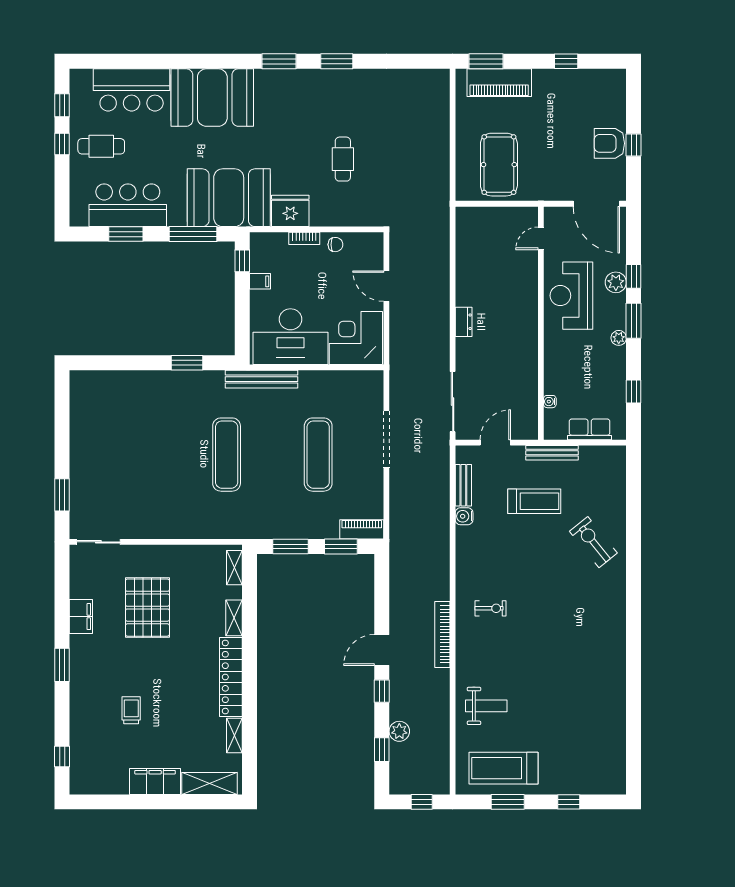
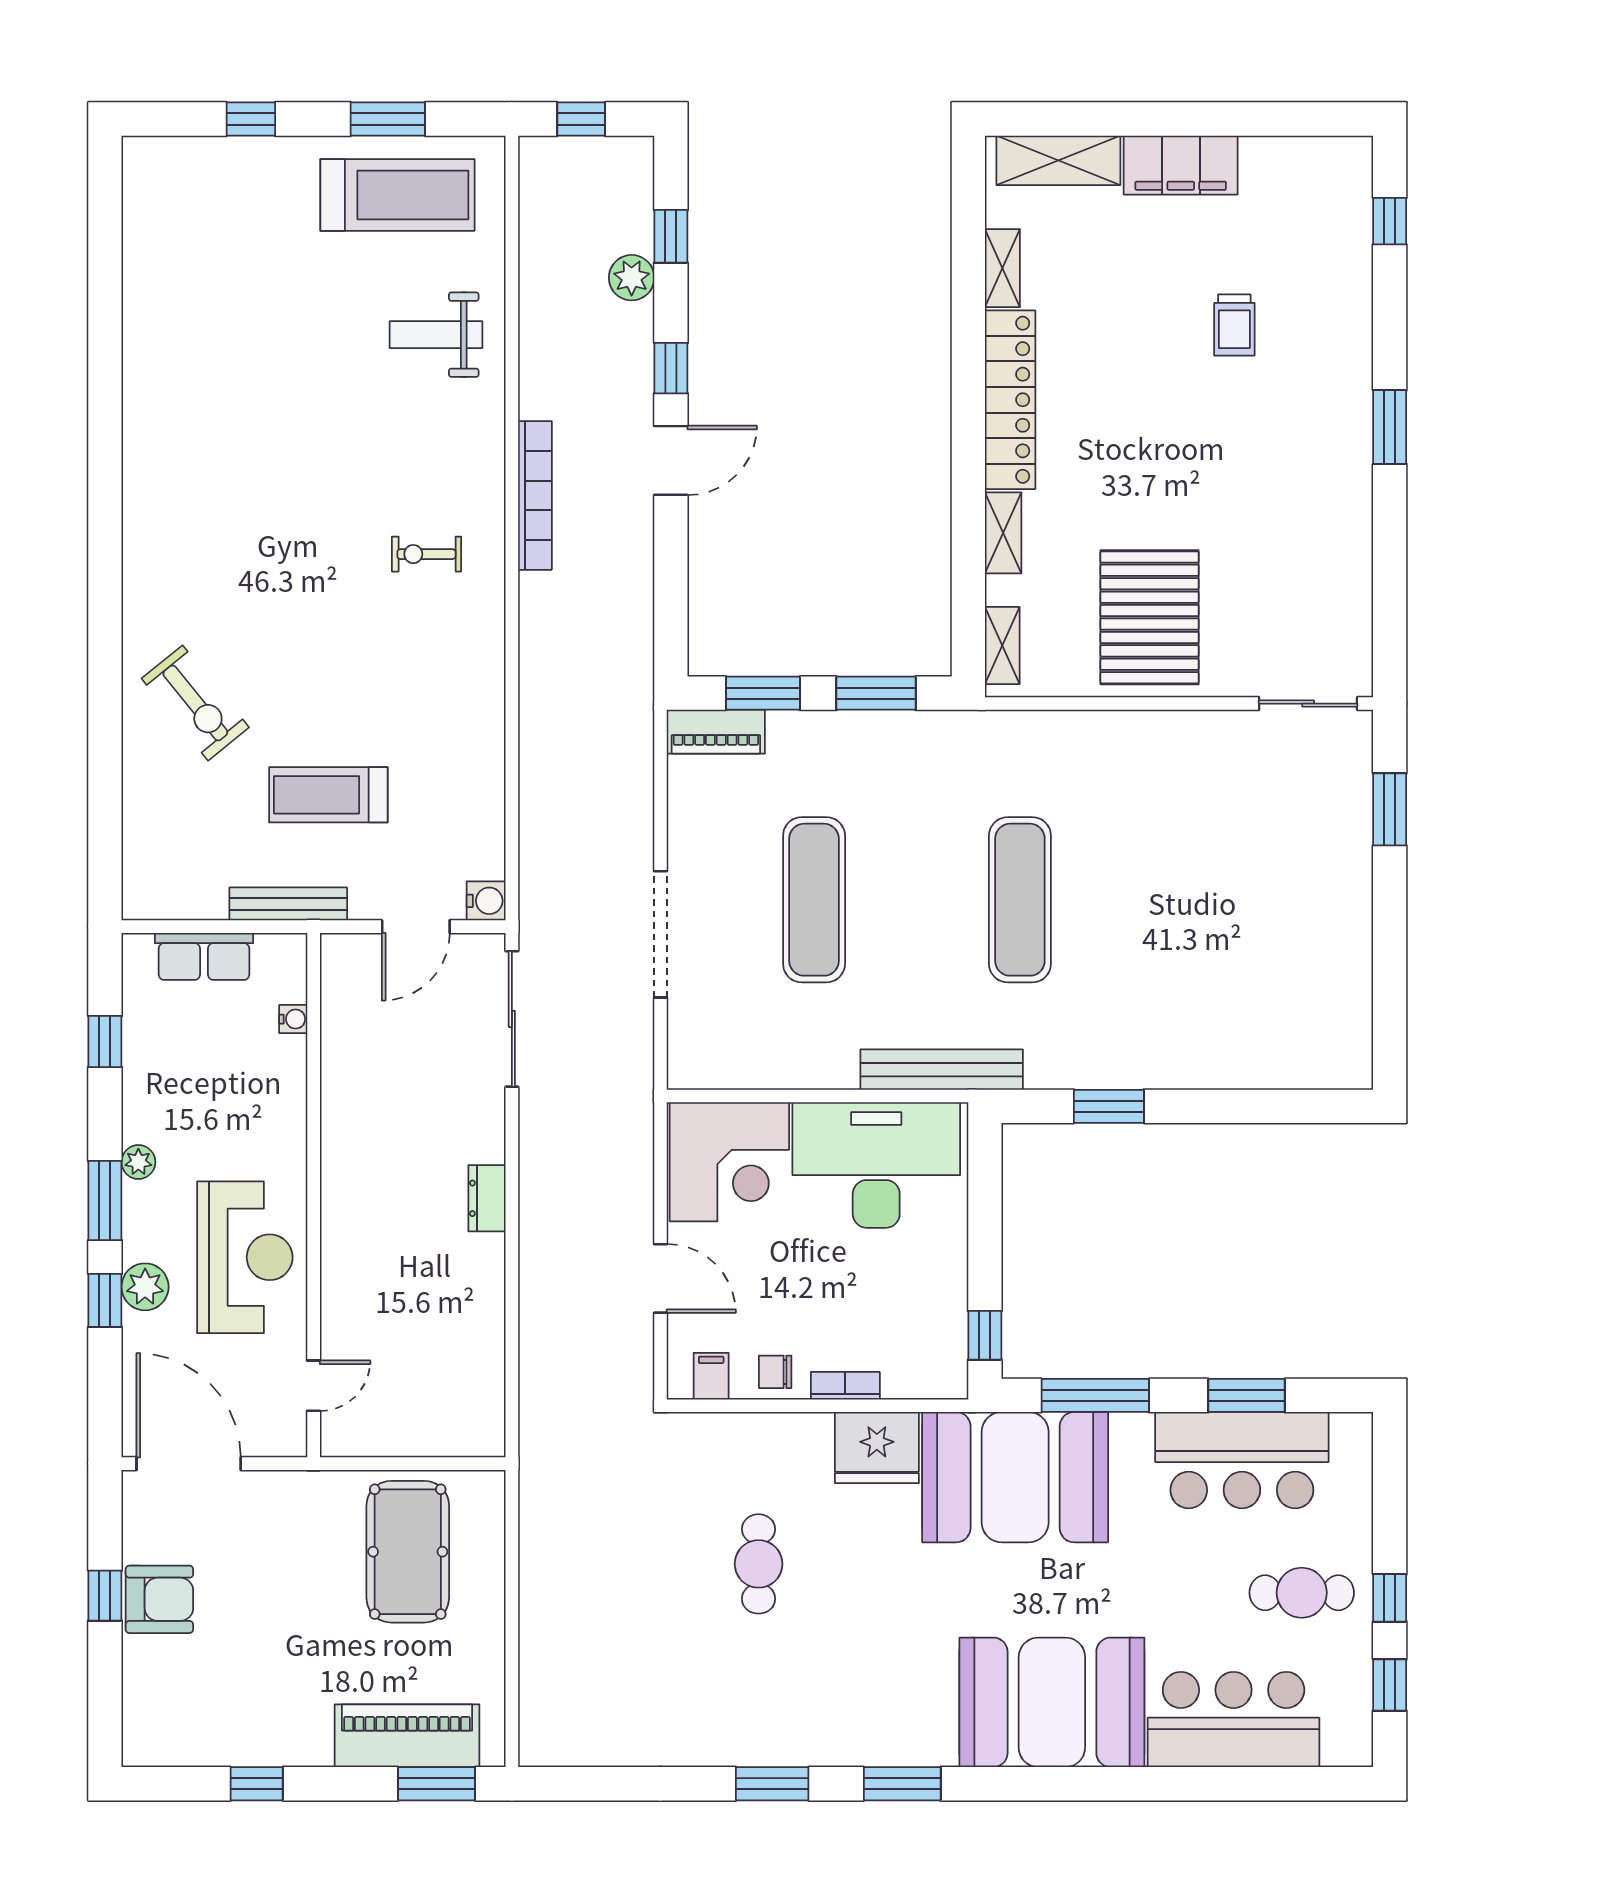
filing cabinet: (260, 281) -> (711, 1376), moved, turned 90
bench: (463, 485) -> (488, 831), removed
water cooler: (464, 516) -> (486, 901), moved
pallet: (147, 608) -> (1150, 617), moved
filing cabinet: (81, 617) -> (1347, 536), removed

